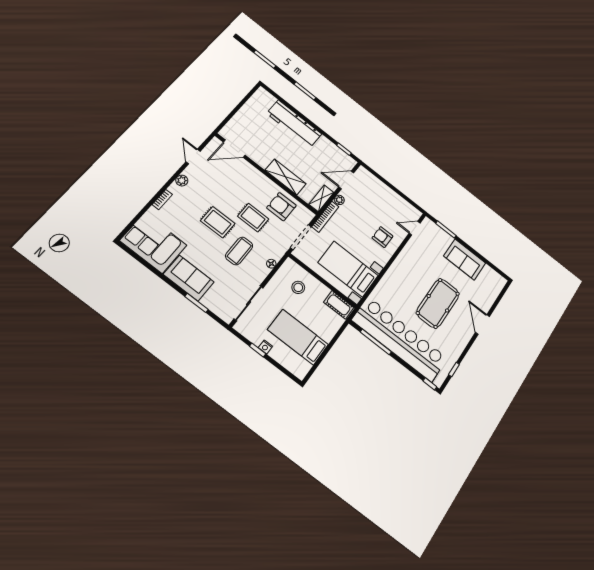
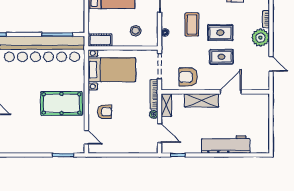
door: (234, 149) -> (231, 92), moved
door: (346, 180) -> (160, 133), hinge flipped
plant: (182, 181) -> (260, 38), width x1.88, depth x1.88
armchair: (281, 207) -> (188, 77), turned 180
rug: (253, 218) -> (221, 57), moved
door: (415, 228) -> (86, 137), hinge flipped
sofa: (465, 260) -> (34, 143), removed
pool table: (438, 303) -> (61, 103), moved, turned 90

